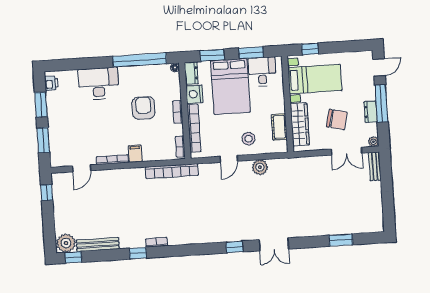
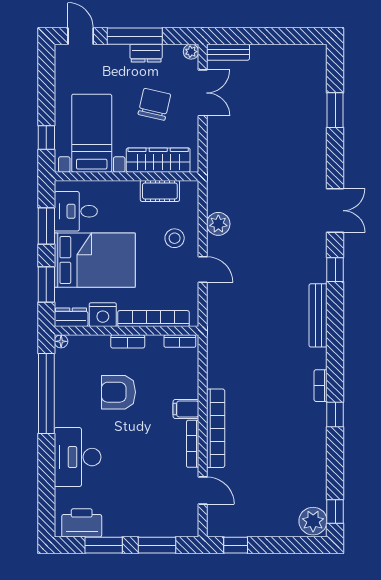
printer: (51, 83) -> (82, 523), width x1.87, depth x1.48
bookcase: (172, 171) -> (216, 428), moved
bench: (98, 244) -> (318, 315), moved

